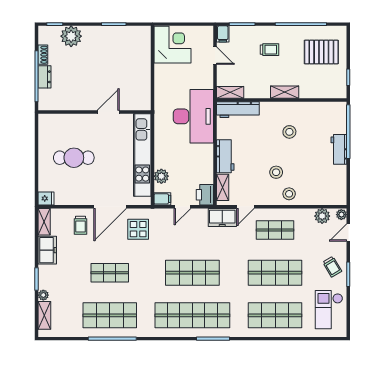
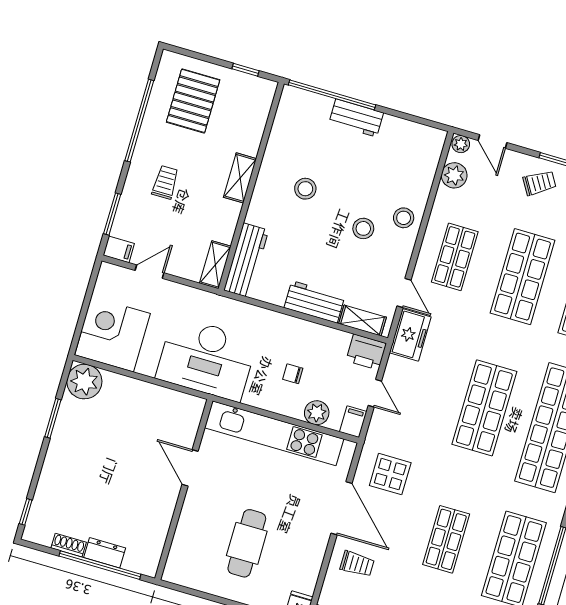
plant: (71, 36) -> (84, 382), moved
desk: (193, 116) -> (207, 359), moved, turned 180
chair: (180, 156) -> (293, 374), added

